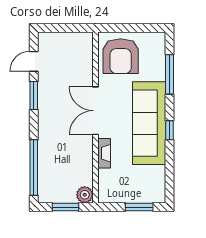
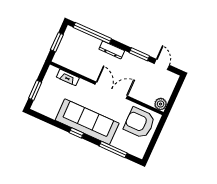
dresser: (44, 133) -> (112, 50), added
fireplace: (104, 153) -> (68, 77), moved
plant: (85, 195) -> (161, 104), moved

